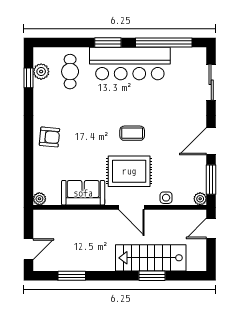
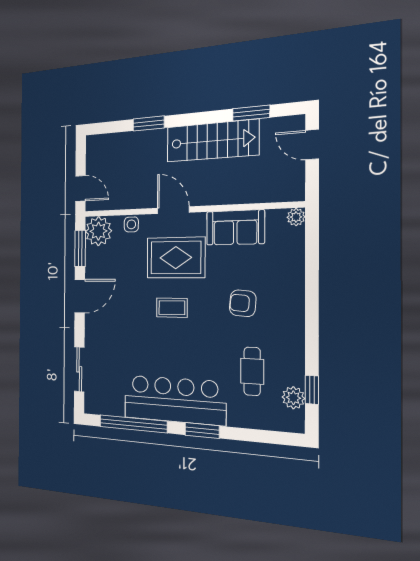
cafe table: (70, 72) -> (252, 371), moved
armchair: (50, 137) -> (243, 303), moved
plant: (200, 199) -> (98, 231), width x1.87, depth x1.87
door: (211, 228) -> (80, 188), hinge flipped
door: (29, 249) -> (312, 145), hinge flipped
stairs: (151, 258) -> (212, 141), moved

